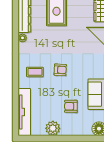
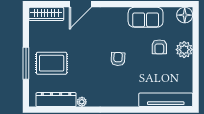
coffee table: (35, 72) -> (120, 88), removed
plant: (53, 128) -> (184, 50), moved

